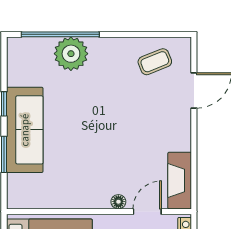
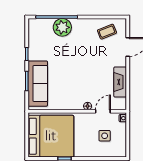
sofa: (25, 130) -> (38, 84), moved
fireplace: (180, 181) -> (120, 82), moved

